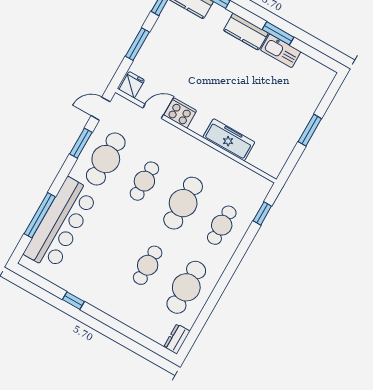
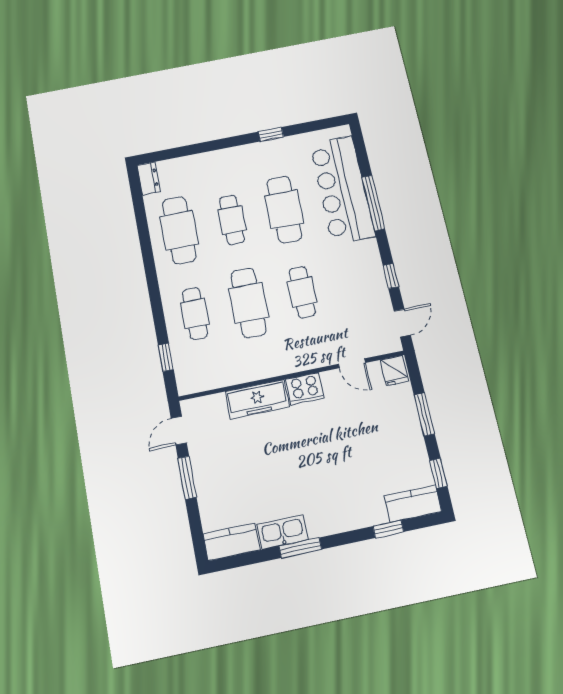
kitchen counter: (246, 32) -> (231, 542), moved
door: (153, 111) -> (352, 363), hinge flipped
cooker: (180, 113) -> (305, 389), moved
window: (81, 143) -> (391, 276), width x0.67
cafe table: (106, 159) -> (284, 209), moved
door: (292, 162) -> (179, 431), added
window: (40, 215) -> (373, 203), moved

